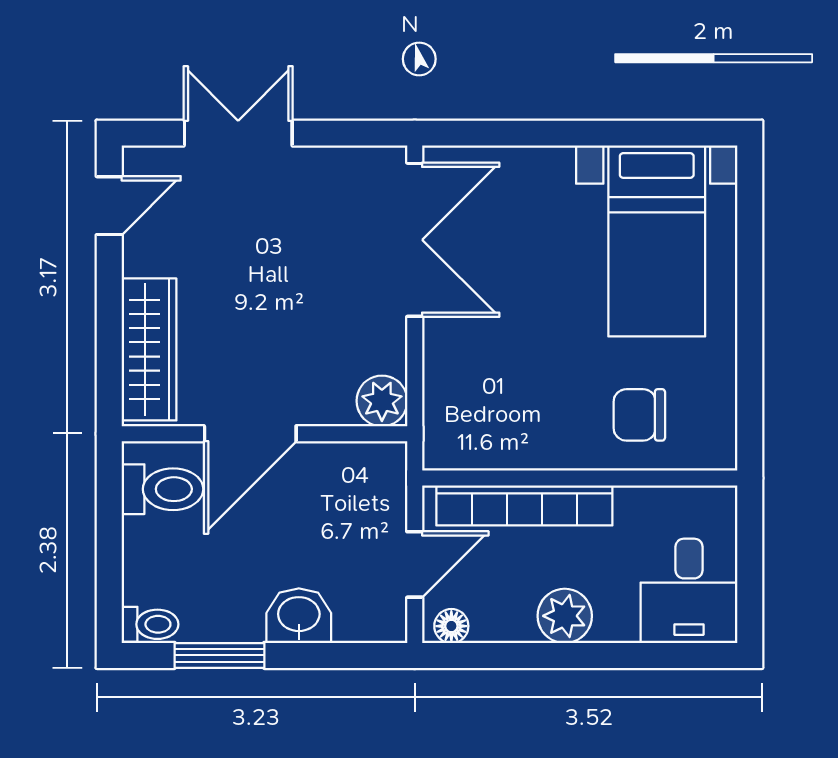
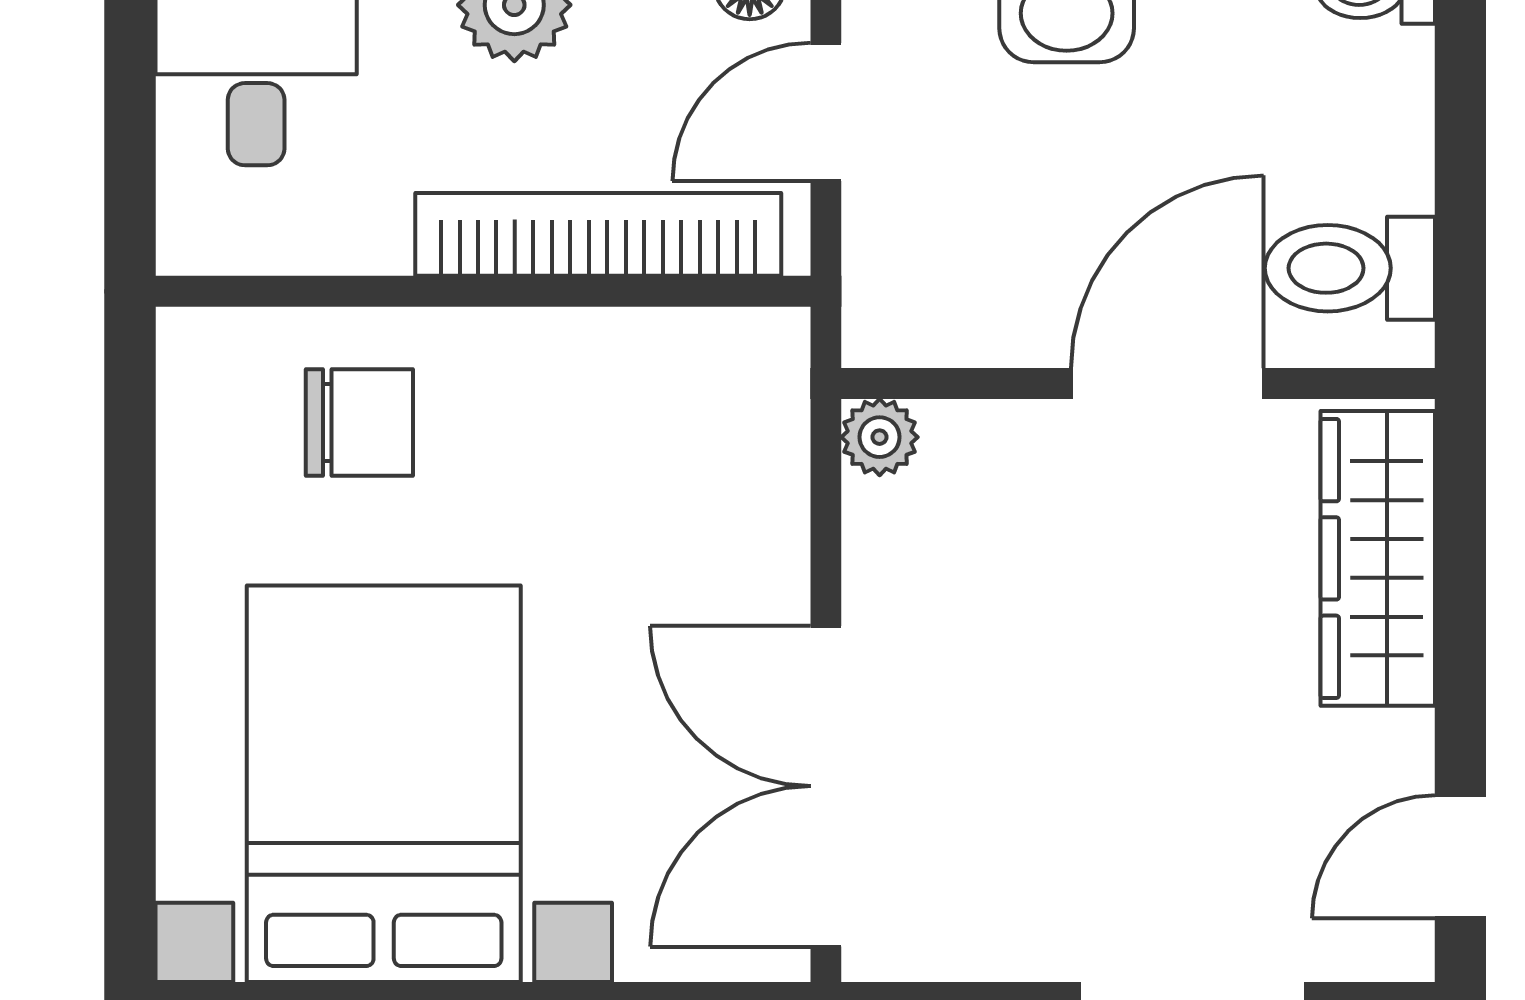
bed with nightstands: (657, 241) -> (384, 784), width x1.36
plant: (382, 401) -> (880, 437), width x0.73, depth x0.73

